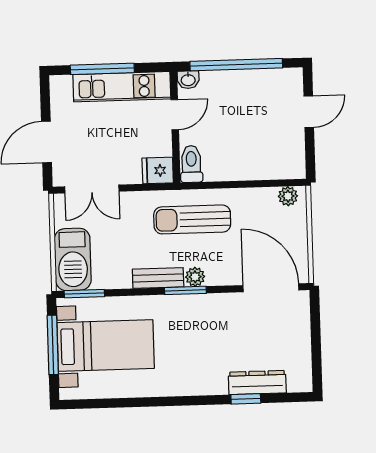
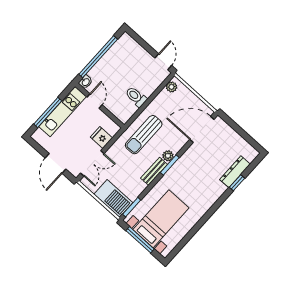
door: (309, 112) -> (163, 62), moved
toilet: (191, 164) -> (136, 97), moved
fridge: (158, 170) -> (101, 137), moved, turned 90

